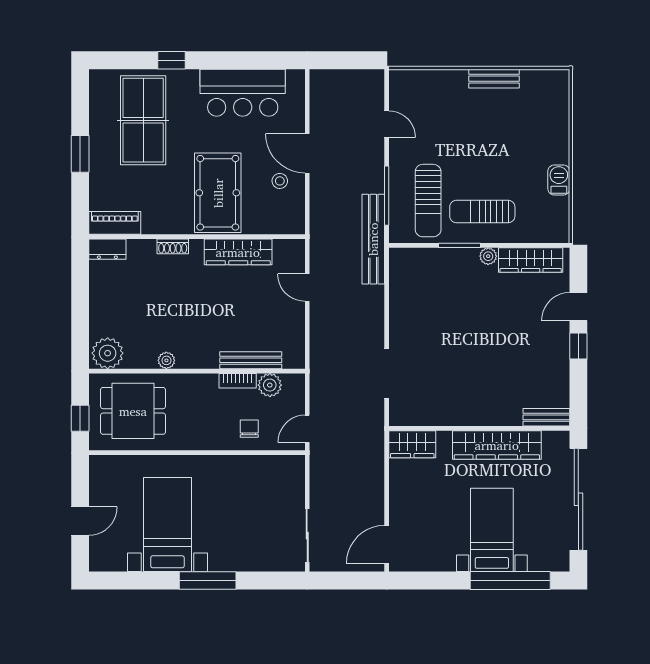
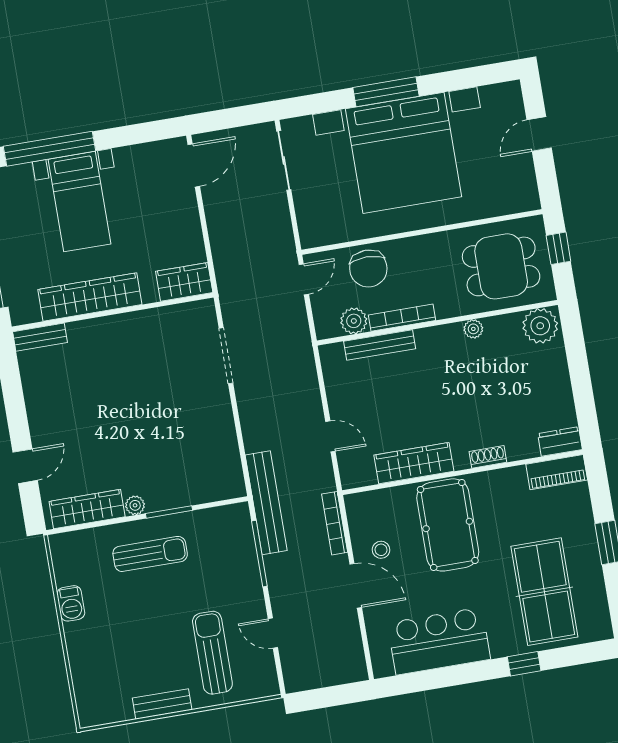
sun lounger: (428, 201) -> (212, 653), moved
bookcase: (316, 211) -> (335, 523), added
window: (578, 346) -> (18, 422), removed
bookcase: (238, 381) -> (402, 318), width x1.56
chair: (249, 429) -> (368, 269), width x1.87, depth x1.87
bed with nightstands: (167, 525) -> (404, 153), width x1.85

